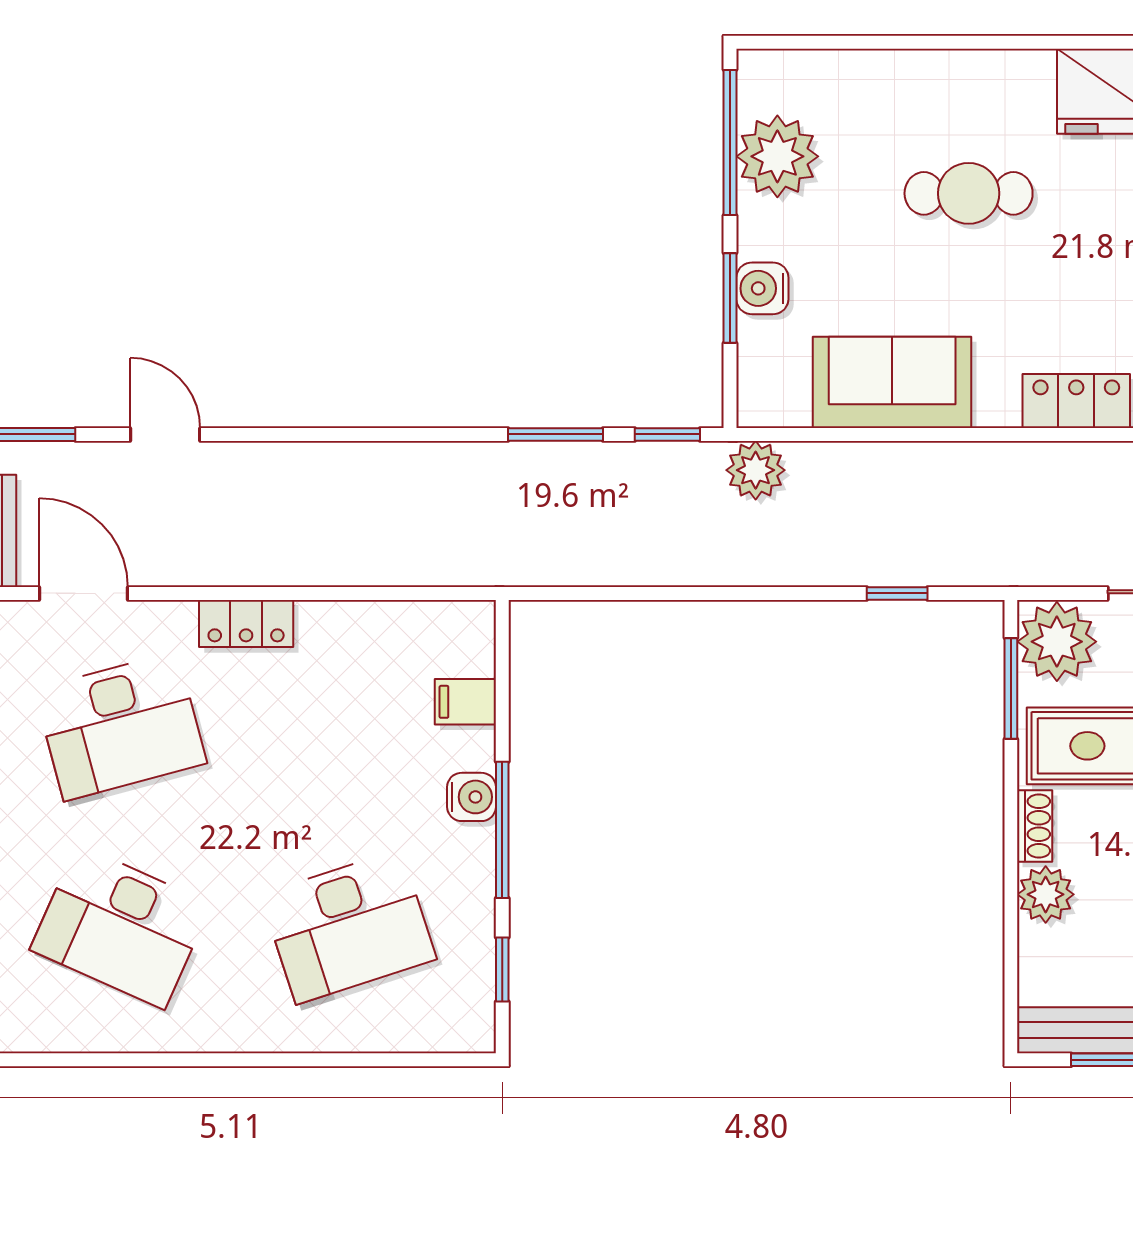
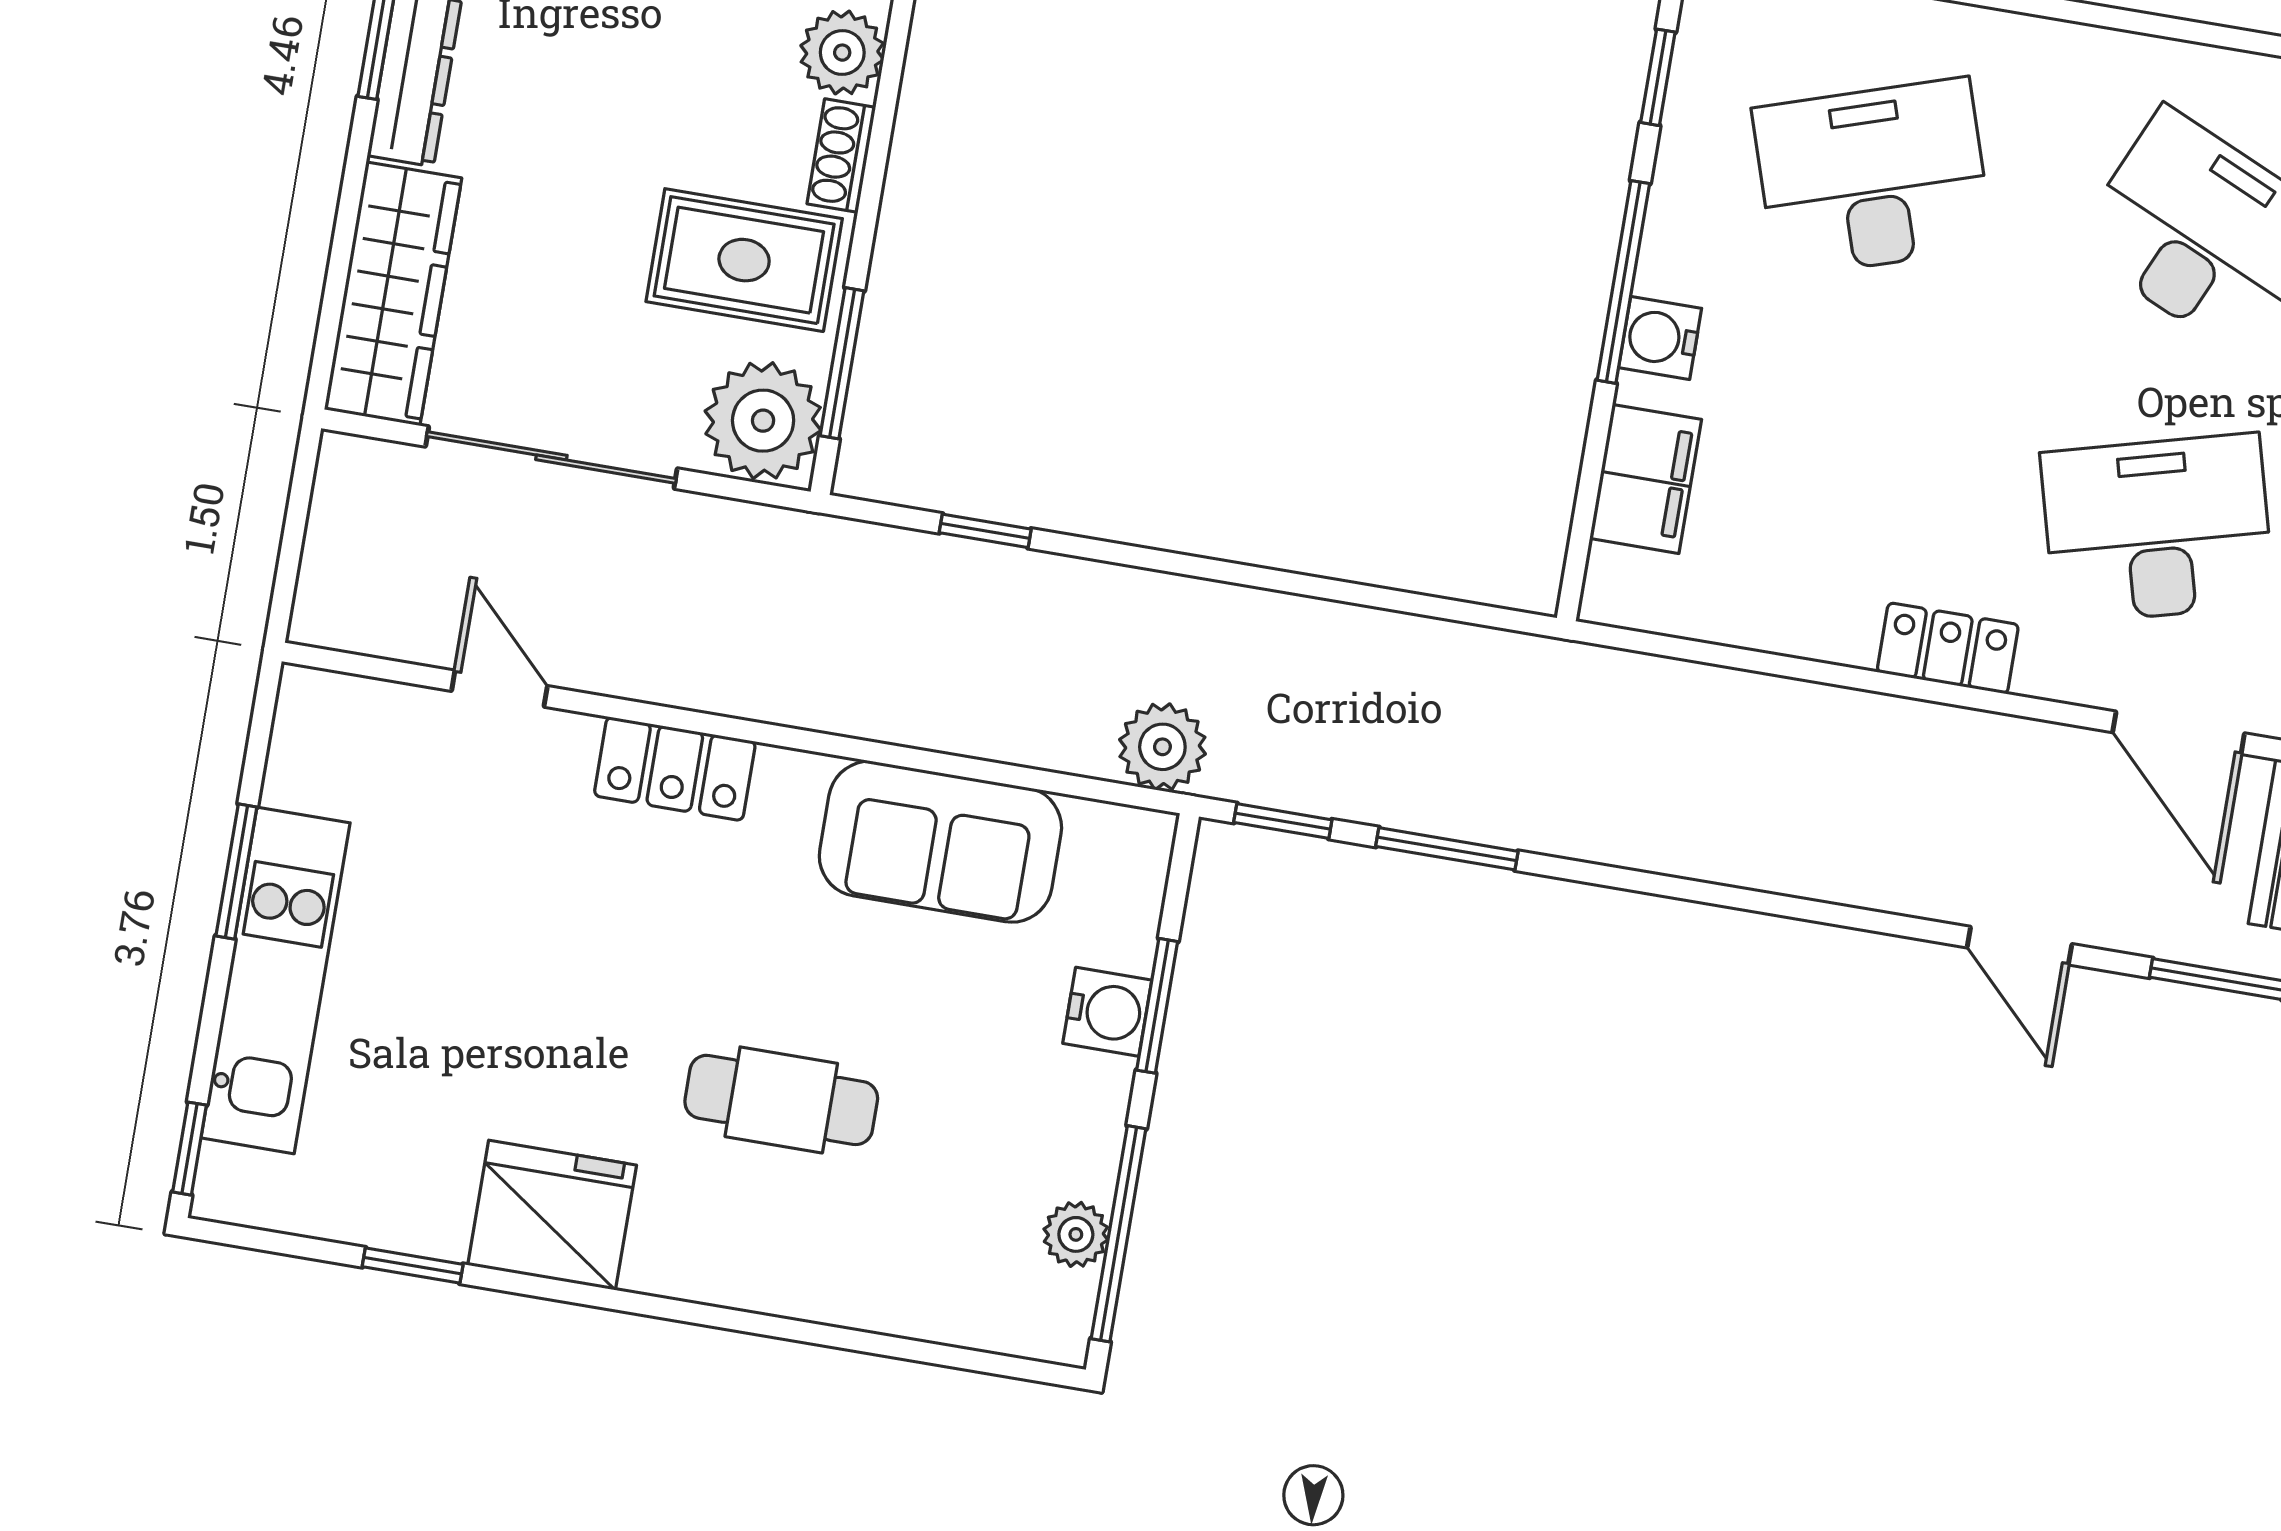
plant: (777, 156) -> (1076, 1234), width x0.53, depth x0.53
filing cabinet: (465, 702) -> (1646, 479), width x2.00

